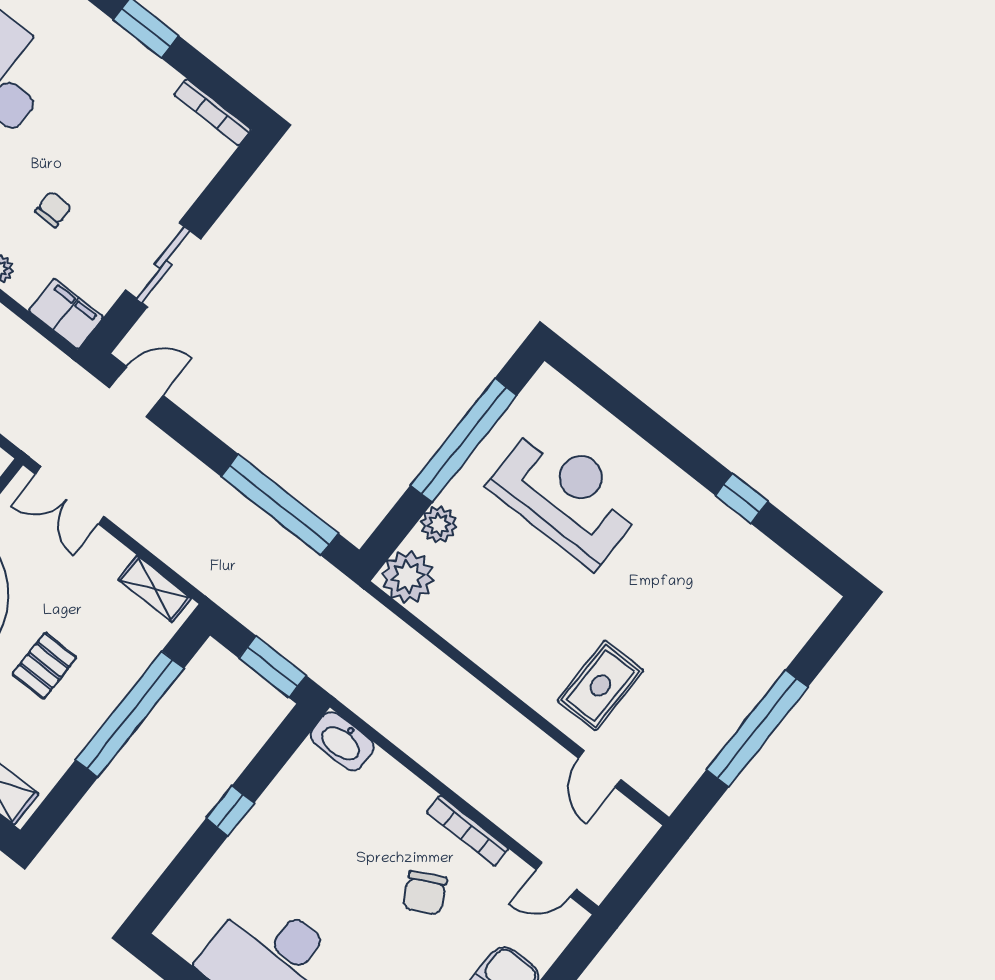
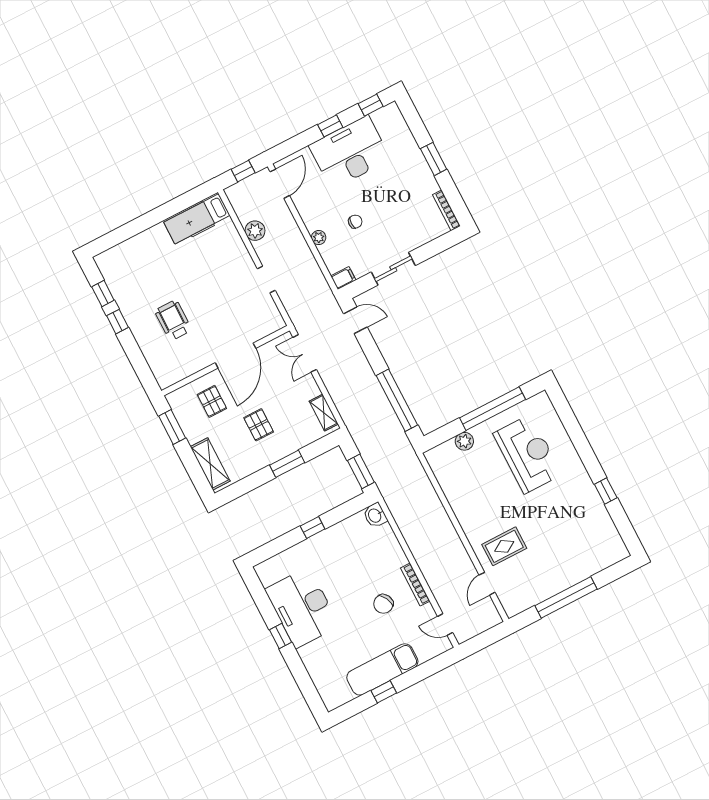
filing cabinet: (66, 314) -> (343, 278), width x0.50
plant: (408, 577) -> (440, 459), removed
pallet: (44, 666) -> (259, 425), turned 90
window: (130, 714) -> (287, 464), width x0.47
washbasin: (342, 741) -> (375, 515), width x0.72

